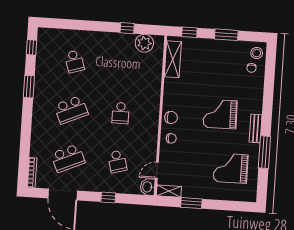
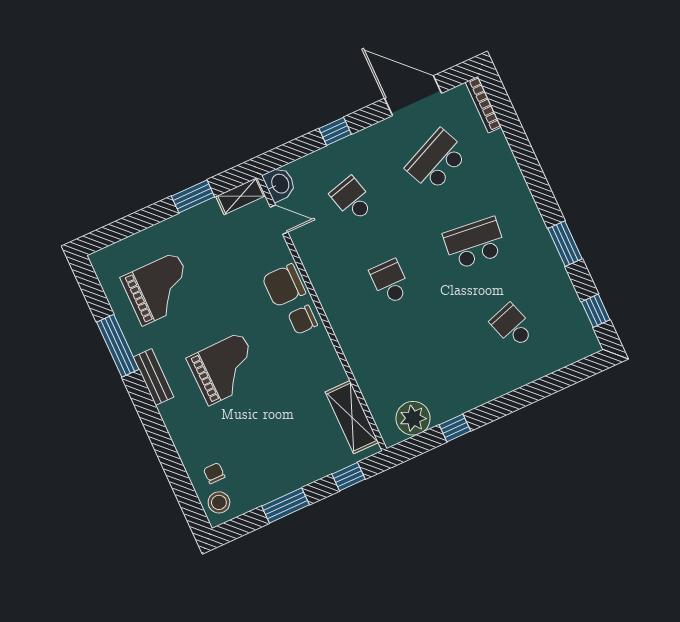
school desk: (71, 110) -> (475, 243), turned 30
chair: (171, 138) -> (284, 285), width x1.87, depth x1.87
door: (157, 170) -> (279, 220), hinge flipped

